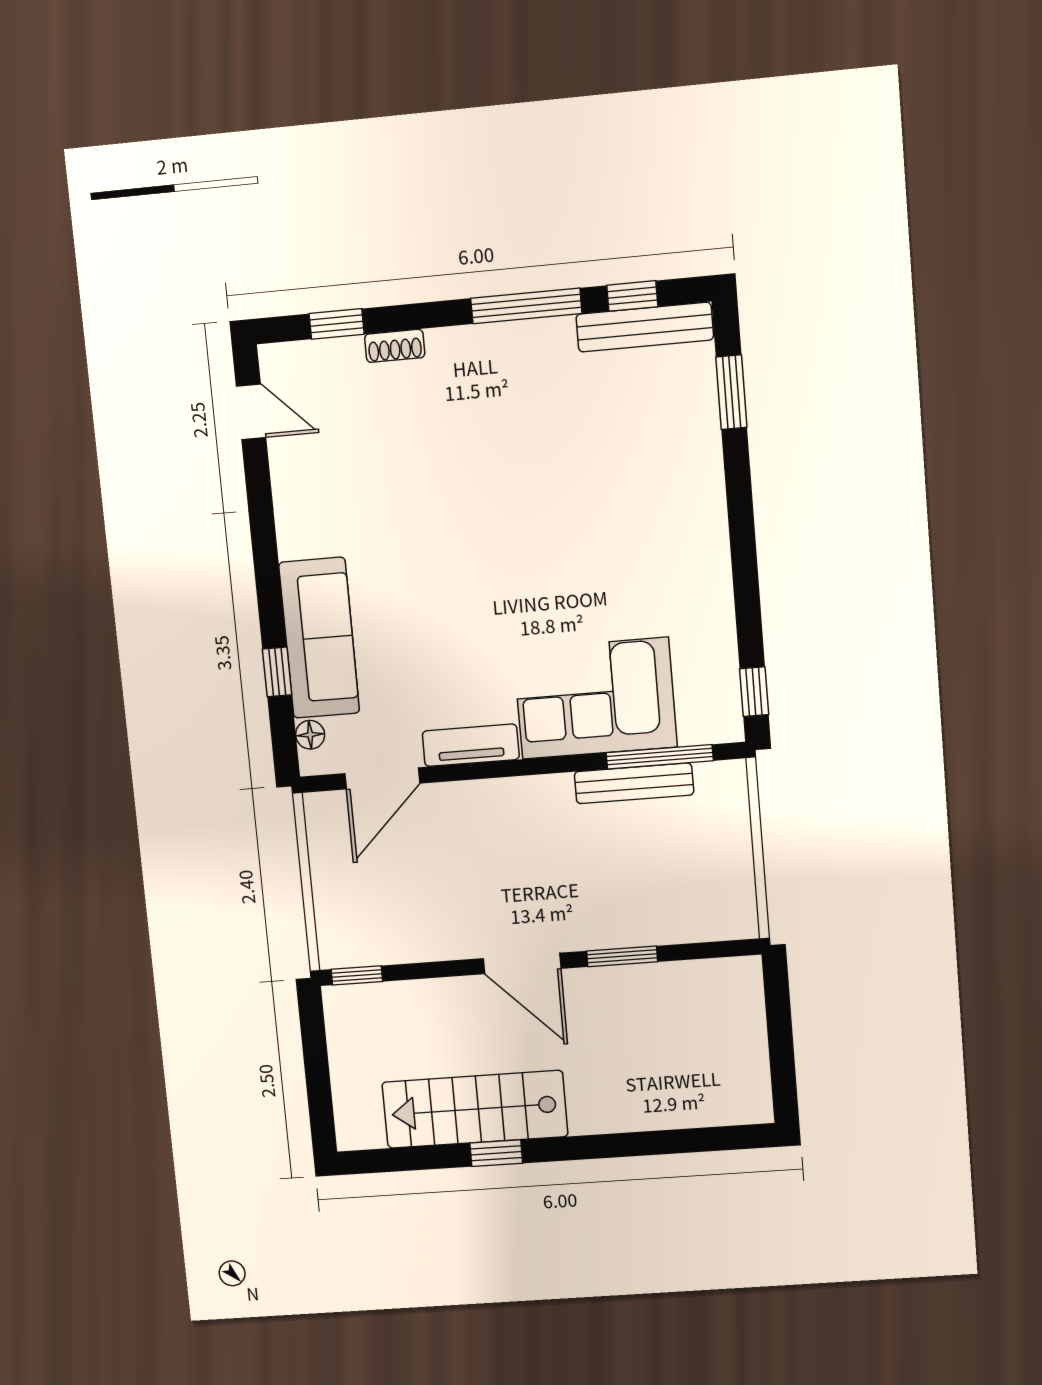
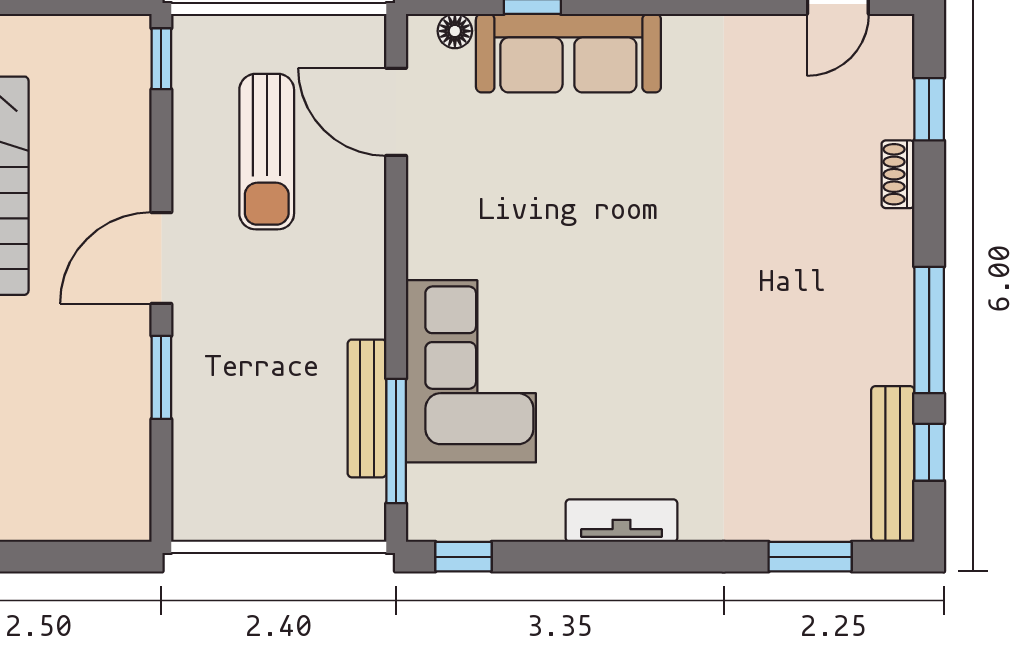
tv unit: (471, 745) -> (621, 521), moved, turned -90
sun lounger: (425, 883) -> (267, 152), added

